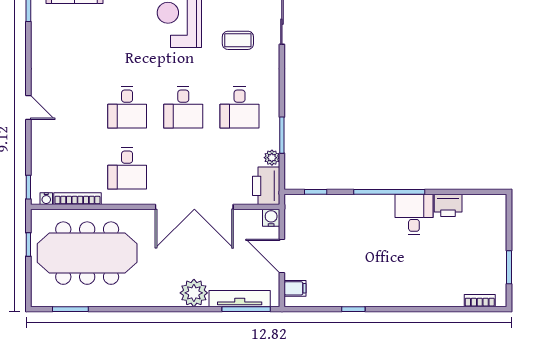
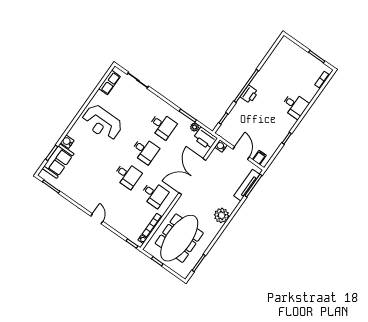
coffee table: (238, 40) -> (132, 106), removed
door: (28, 108) -> (97, 219), hinge flipped
printer: (448, 205) -> (249, 94), moved
double door: (194, 207) -> (192, 177), swing flipped
desk: (414, 214) -> (295, 105), moved, turned 180
door: (282, 256) -> (241, 153), swing flipped
plant: (194, 293) -> (222, 215), moved

